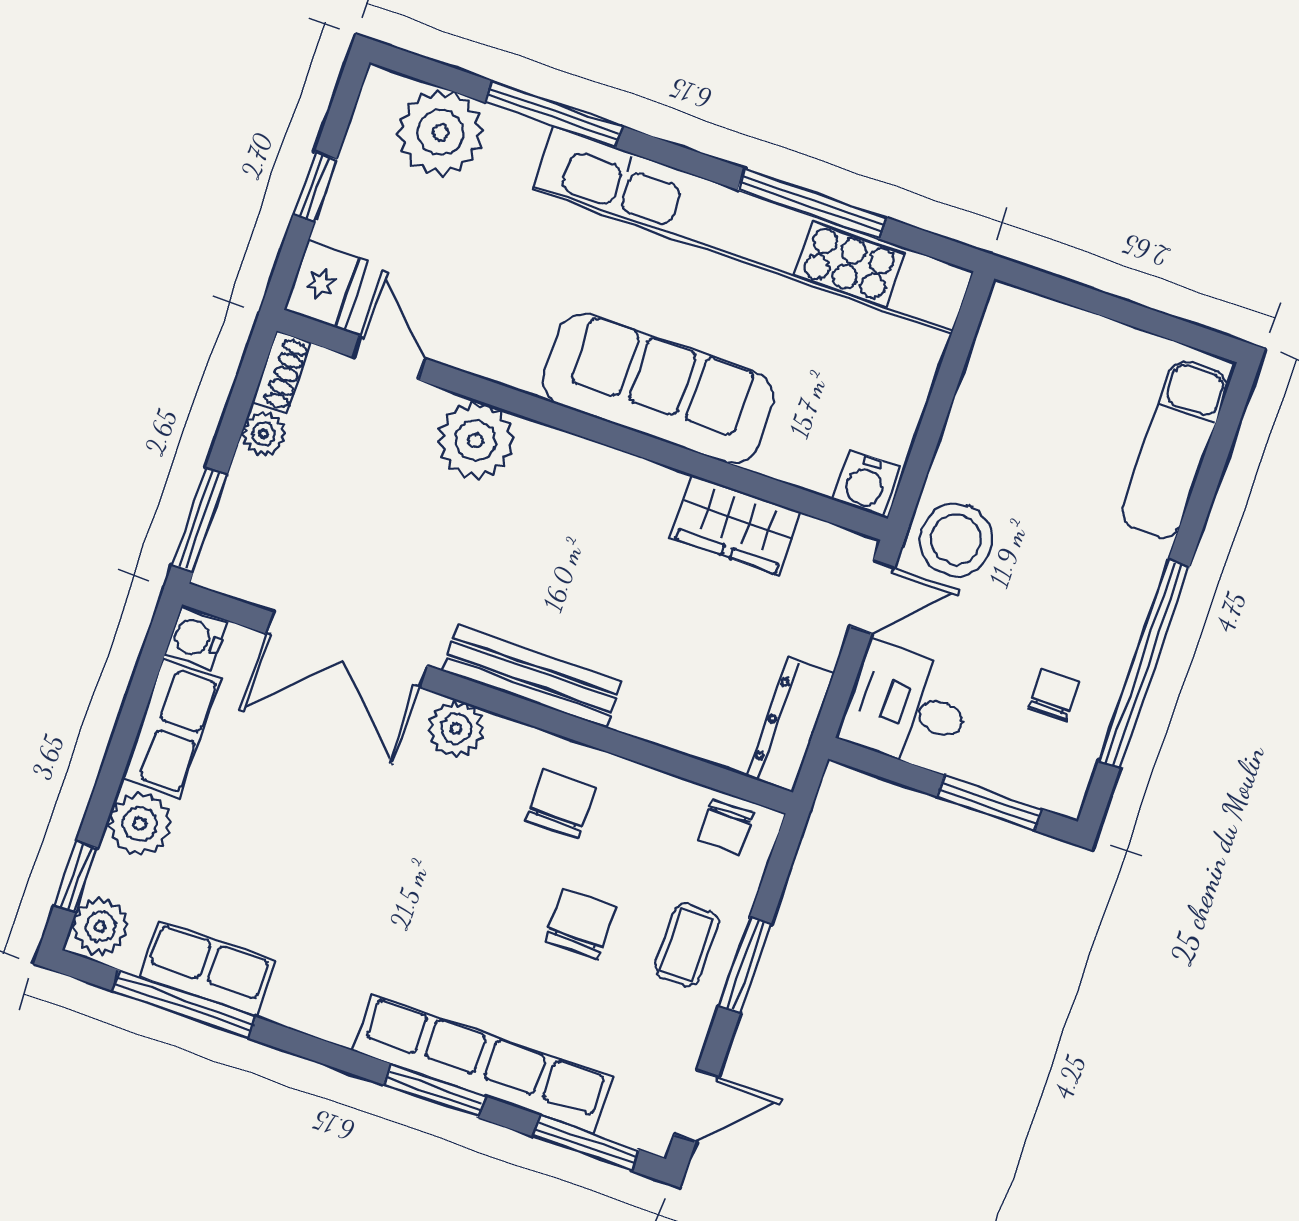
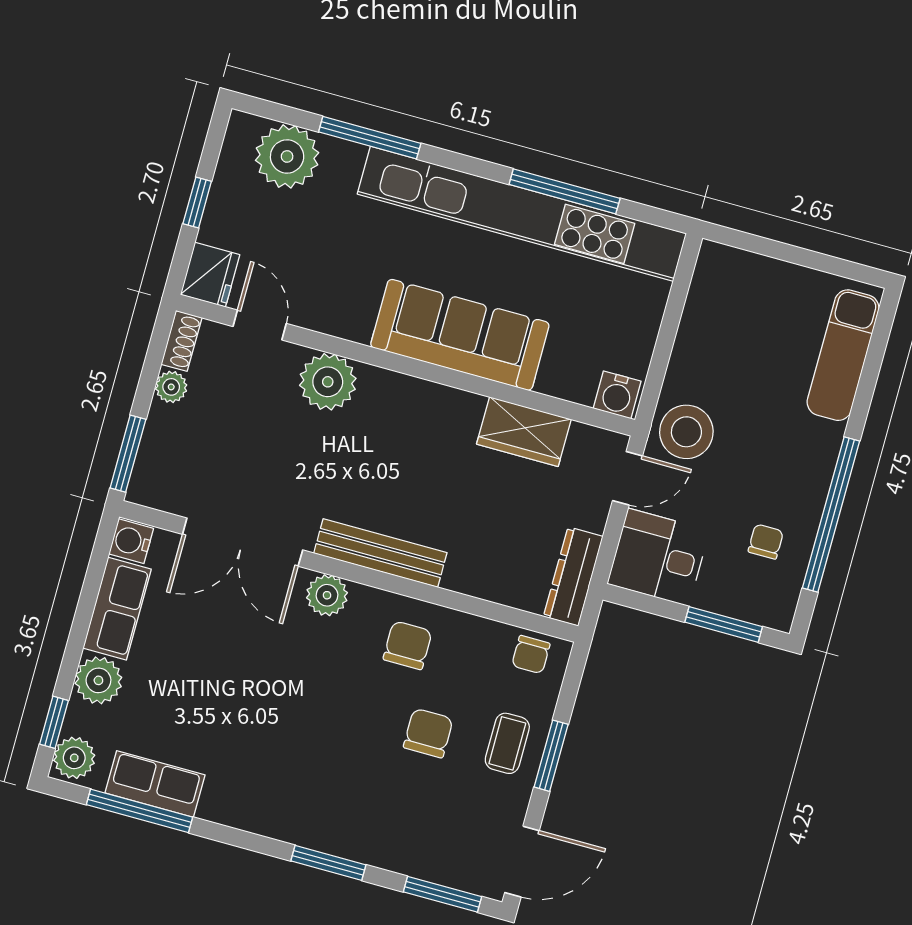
row of seats: (483, 1064) -> (363, 841), removed
door: (696, 1106) -> (522, 862), width x1.38

